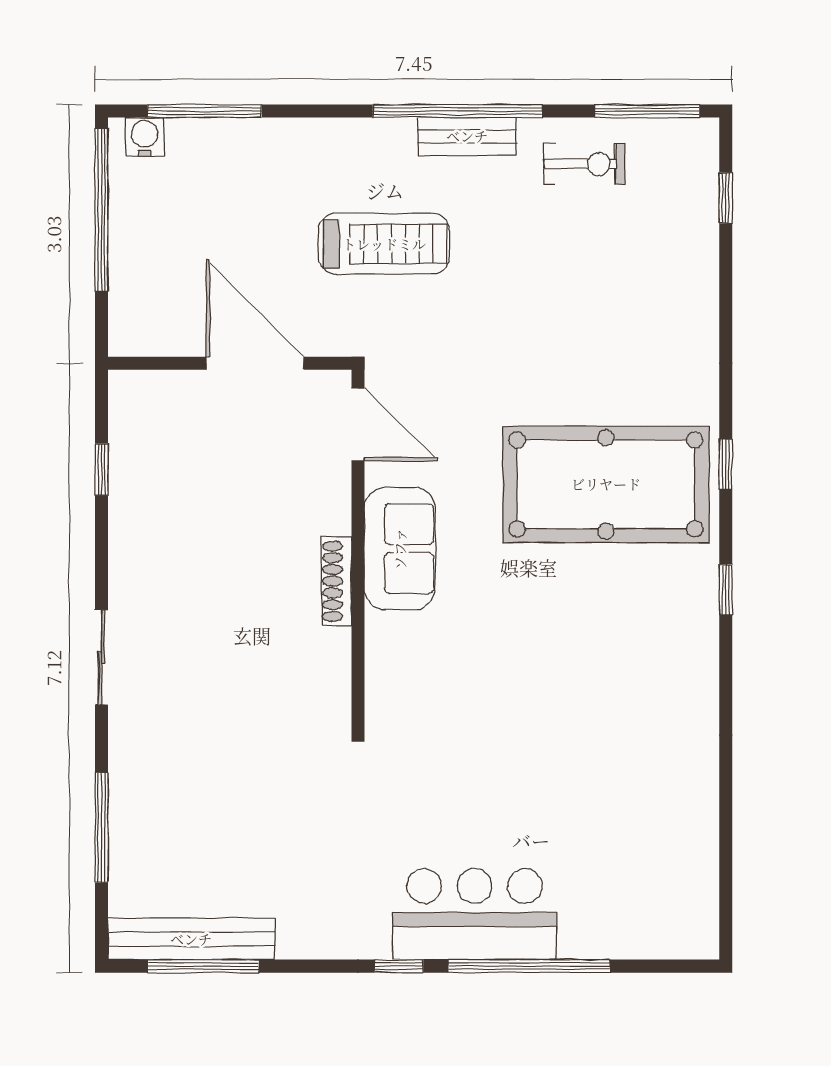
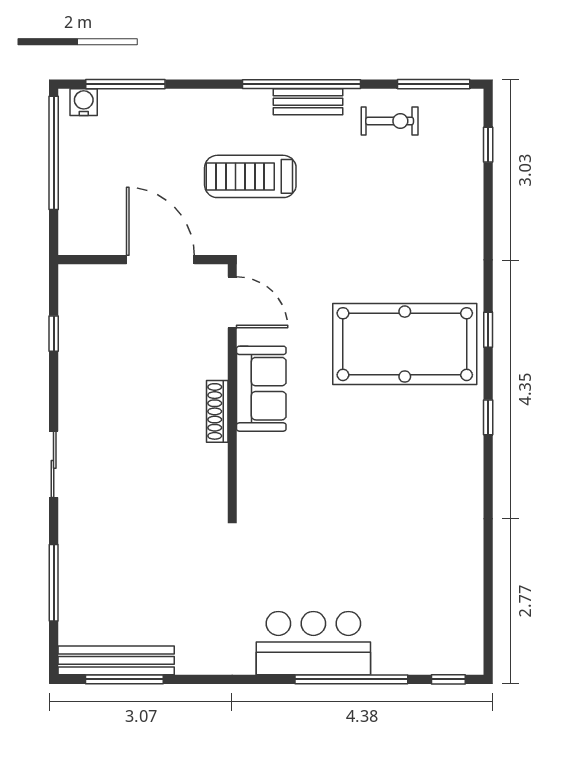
treadmill: (384, 244) -> (250, 176), turned 180
window: (399, 966) -> (448, 679), moved

